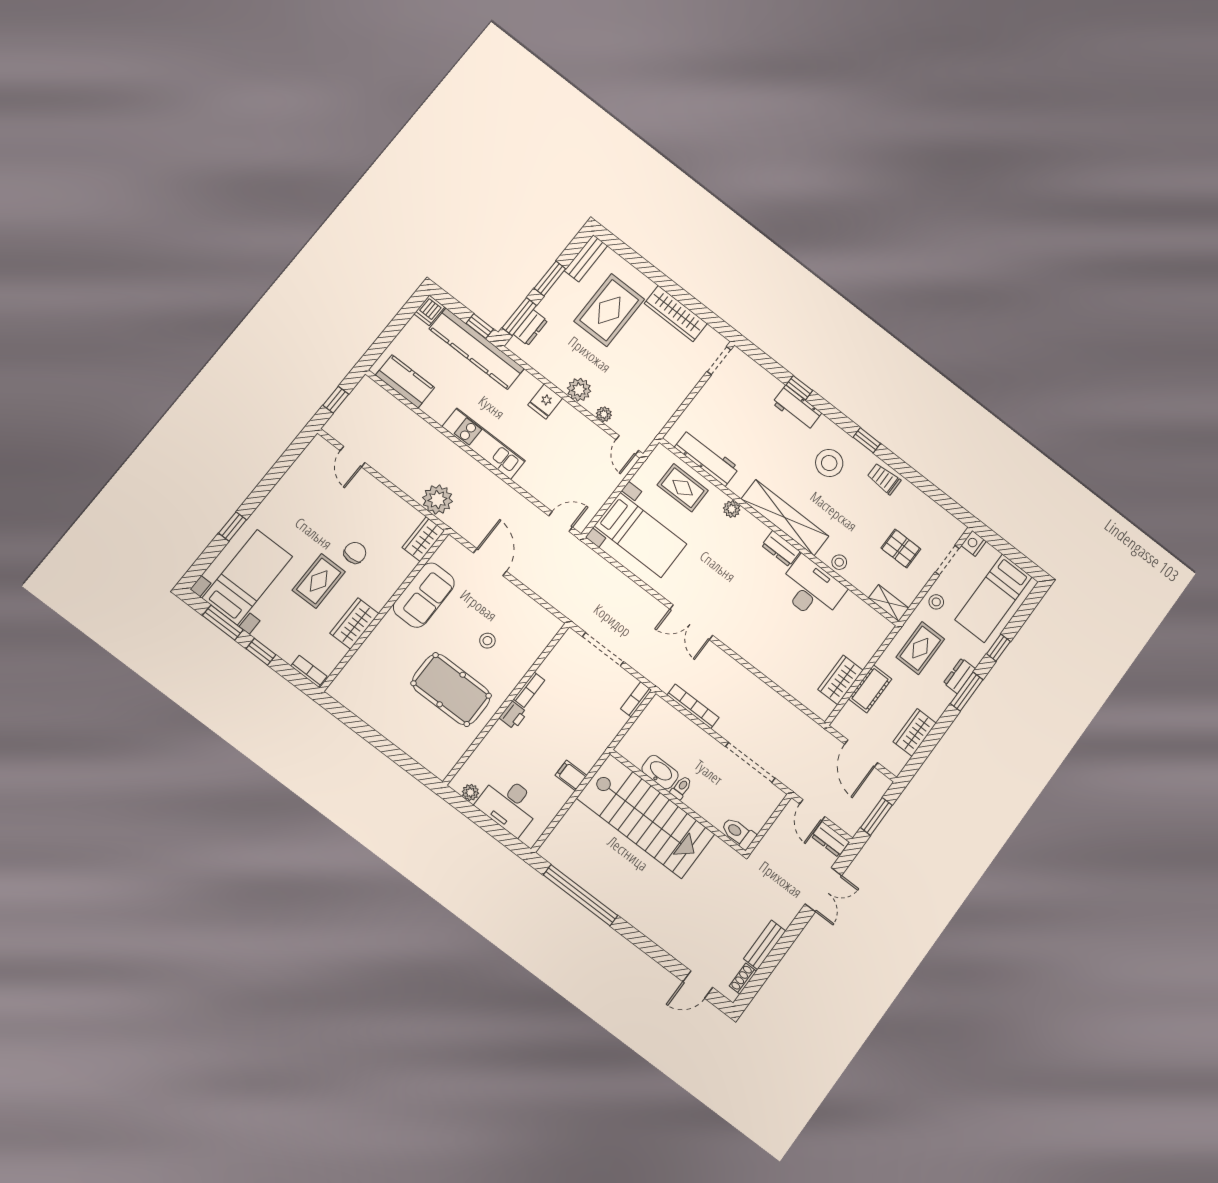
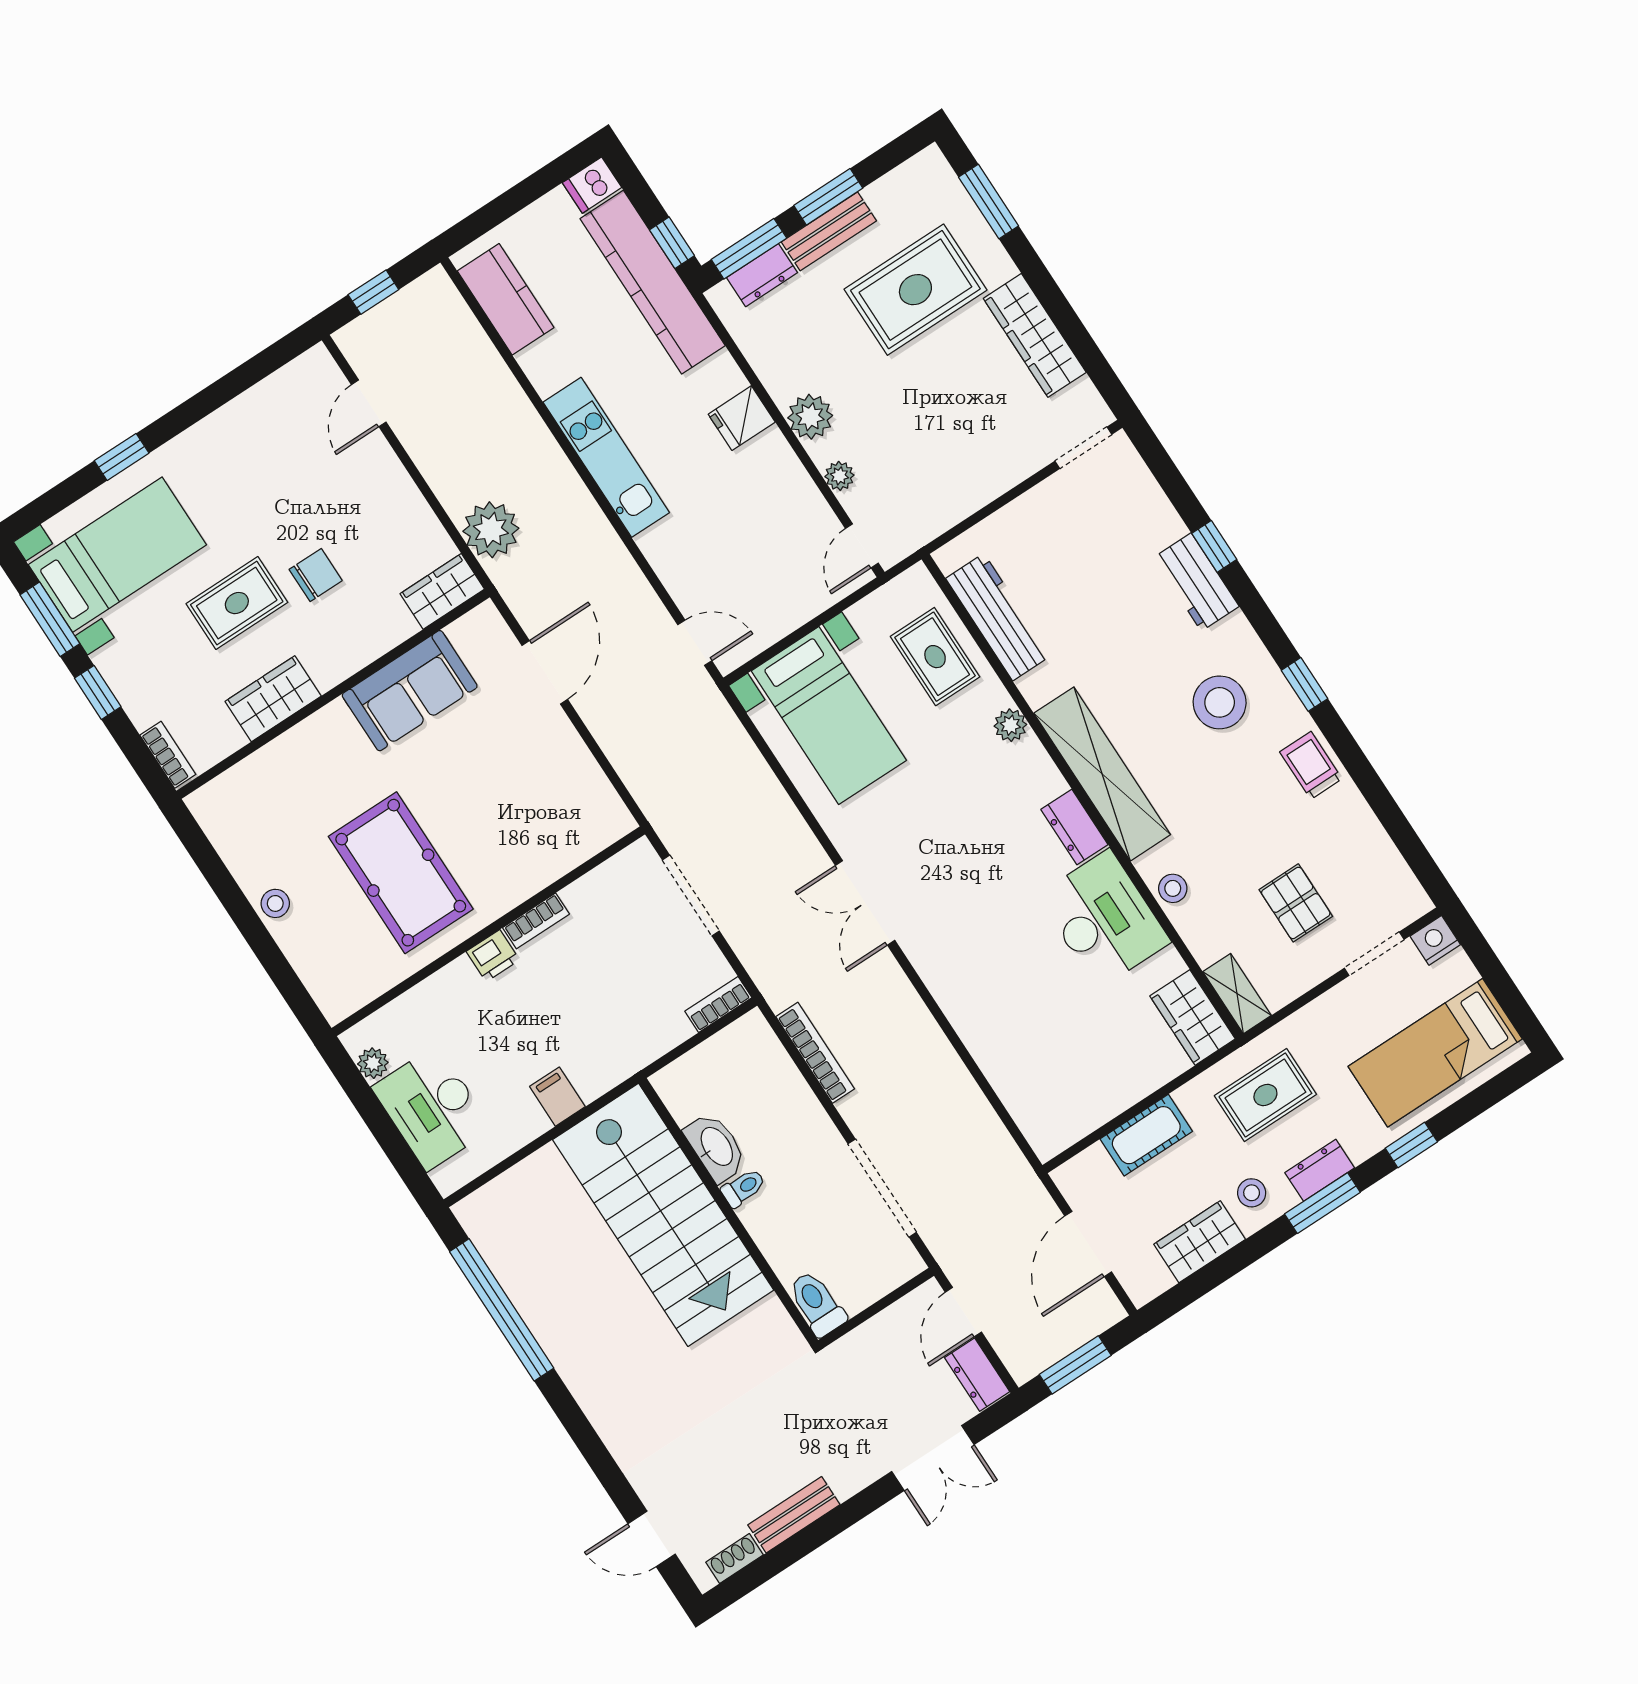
window: (630, 256) -> (989, 202), added
bench: (586, 258) -> (829, 231), moved
stool: (936, 602) -> (1252, 1193), moved
stool: (487, 641) -> (275, 903), moved
wardrobe: (840, 680) -> (1193, 1017), moved, turned -90

